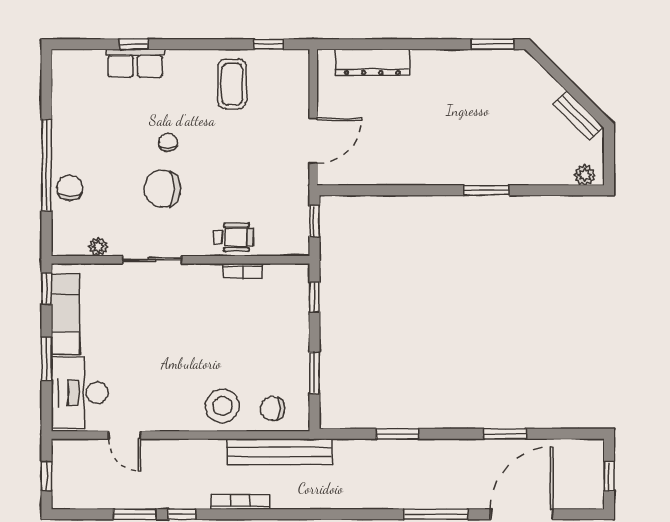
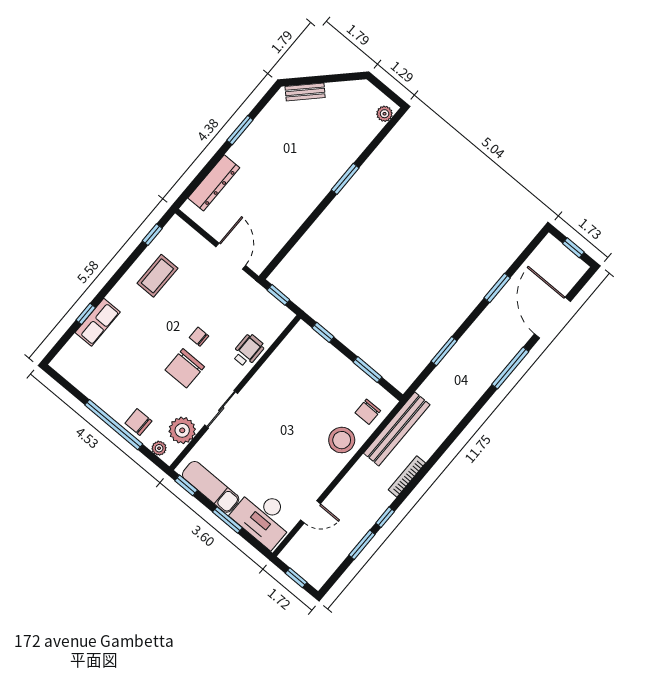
window: (493, 44) -> (240, 130), moved
coffee table: (232, 84) -> (157, 276), turned 90
bench: (578, 115) -> (305, 92), moved
chair: (168, 142) -> (199, 337), moved
plant: (61, 230) -> (159, 448), added
plant: (98, 247) -> (182, 430), width x1.88, depth x1.88
bookcase: (243, 271) -> (272, 362), removed

